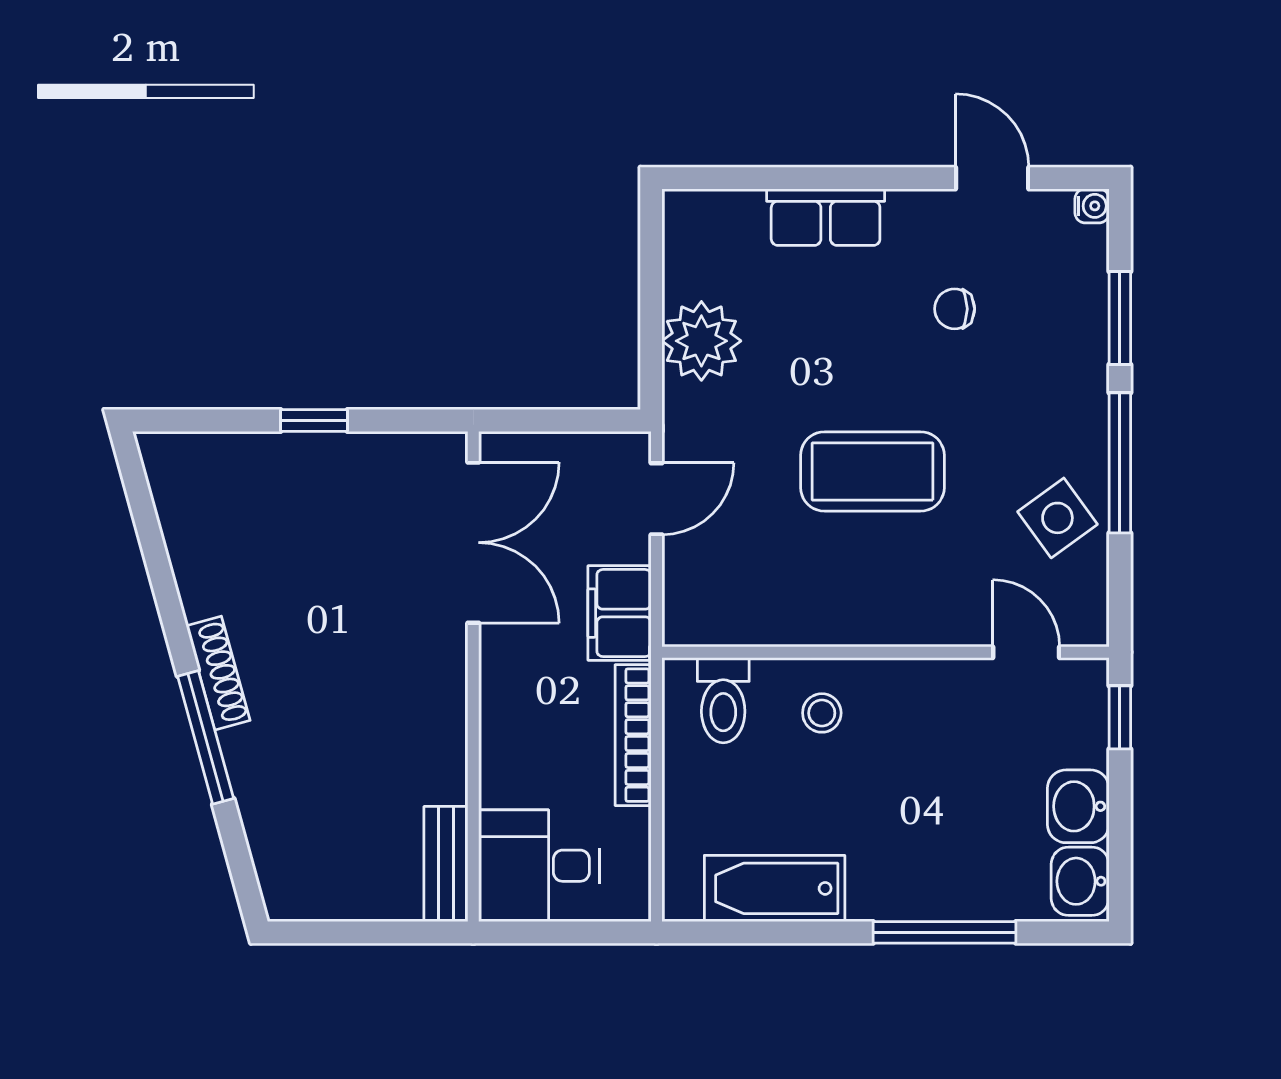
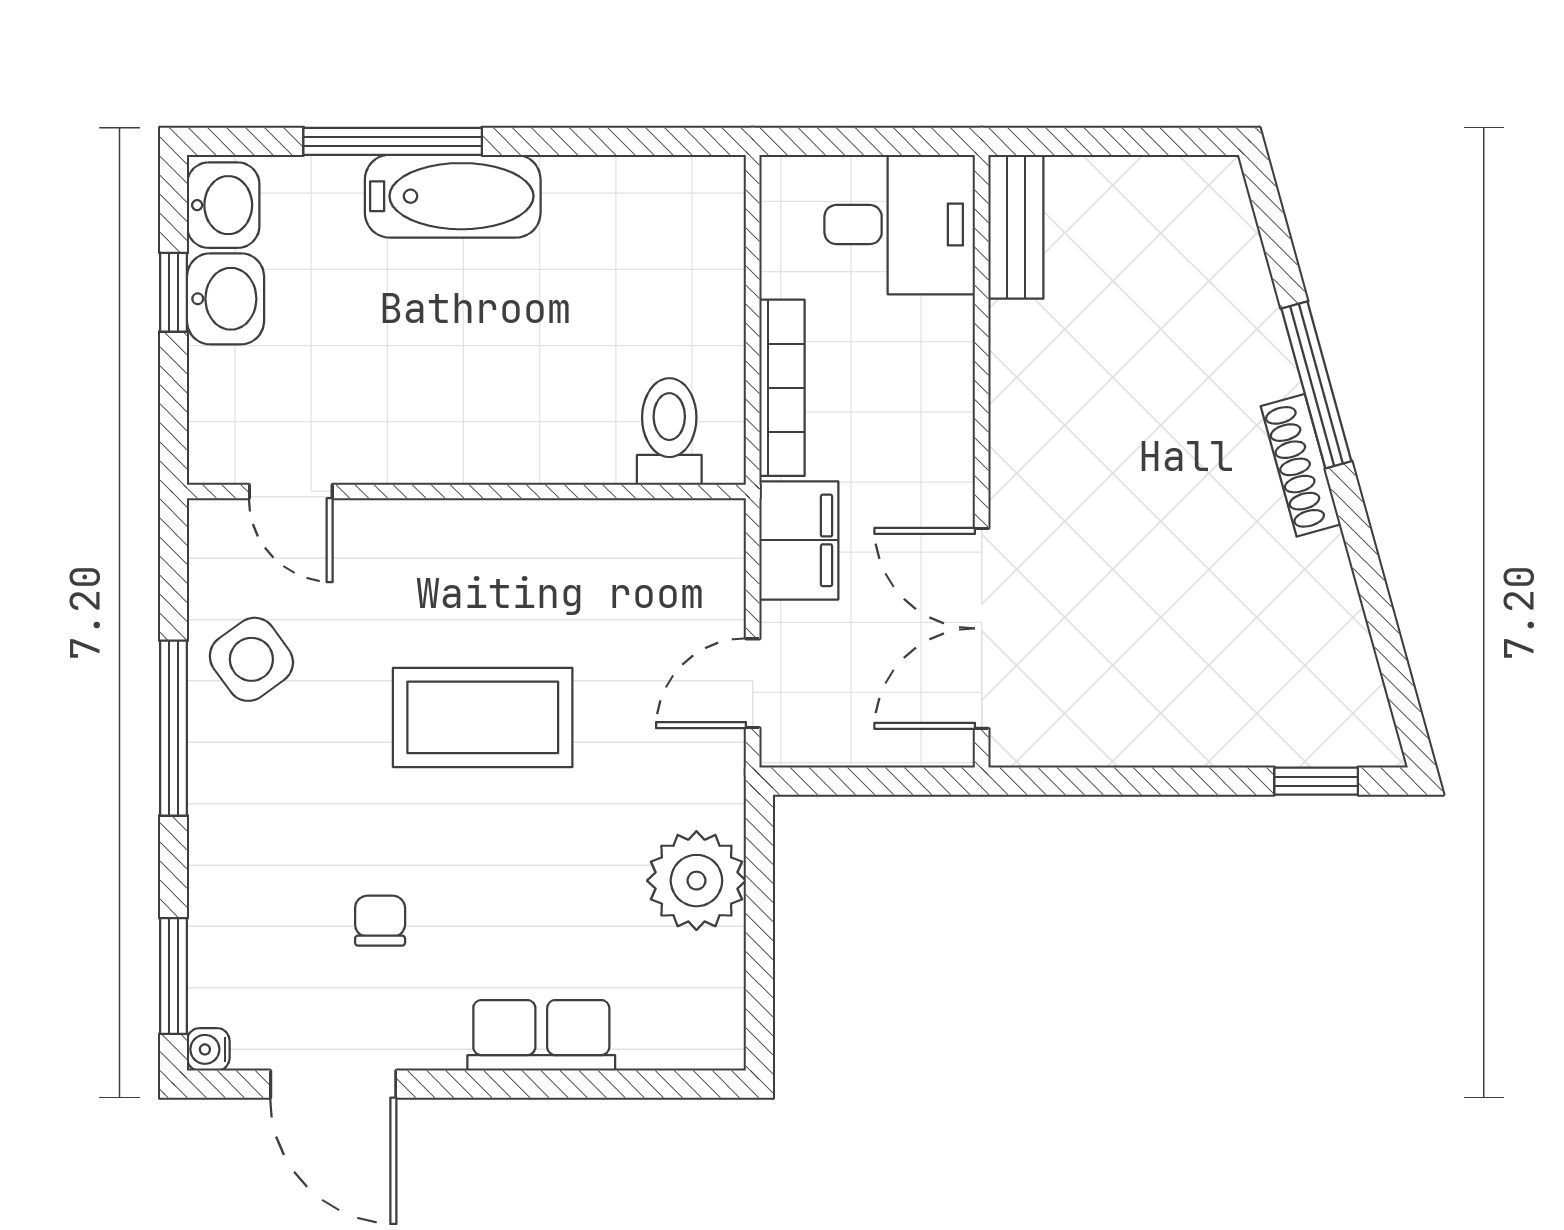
door: (992, 178) -> (333, 1084), width x1.38
chair: (955, 309) -> (380, 921), turned -90
window: (1120, 318) -> (174, 976), moved
window: (314, 420) -> (1316, 781), moved
stool: (822, 713) -> (546, 415), removed
window: (1120, 717) -> (174, 292), moved
bathtub: (775, 888) -> (453, 196), moved

